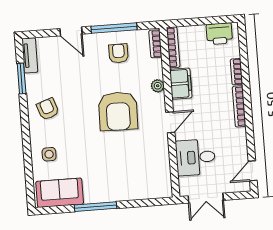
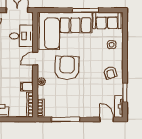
door: (71, 31) -> (107, 119), moved
armchair: (118, 53) -> (64, 104), removed
filing cabinet: (181, 84) -> (27, 87), width x0.50
corner sofa: (125, 171) -> (66, 31), added

